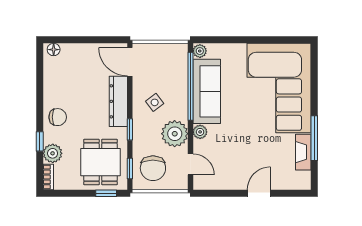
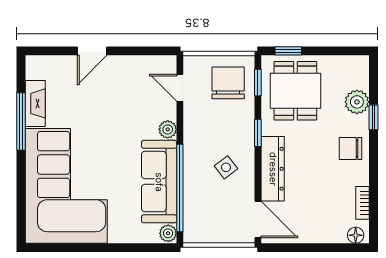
plant: (175, 134) -> (200, 127), removed
bookcase: (48, 177) -> (363, 203), moved

